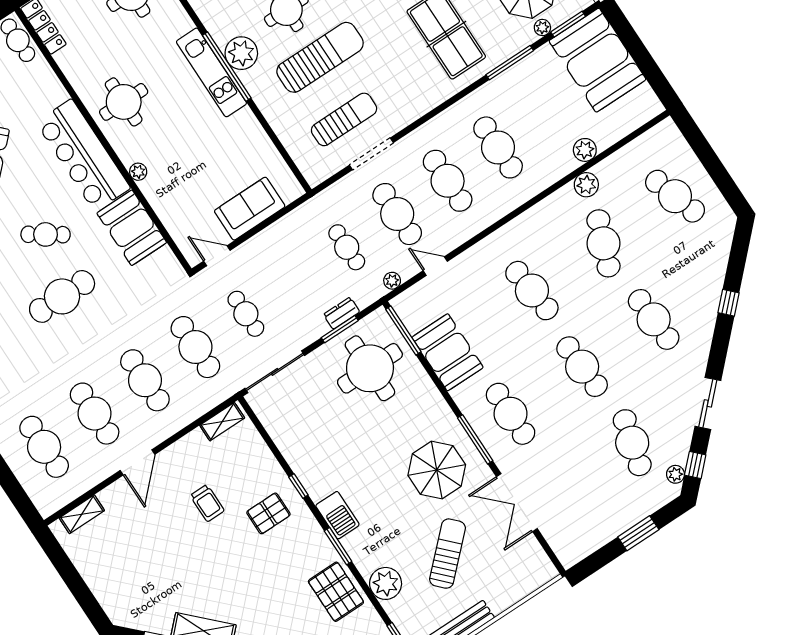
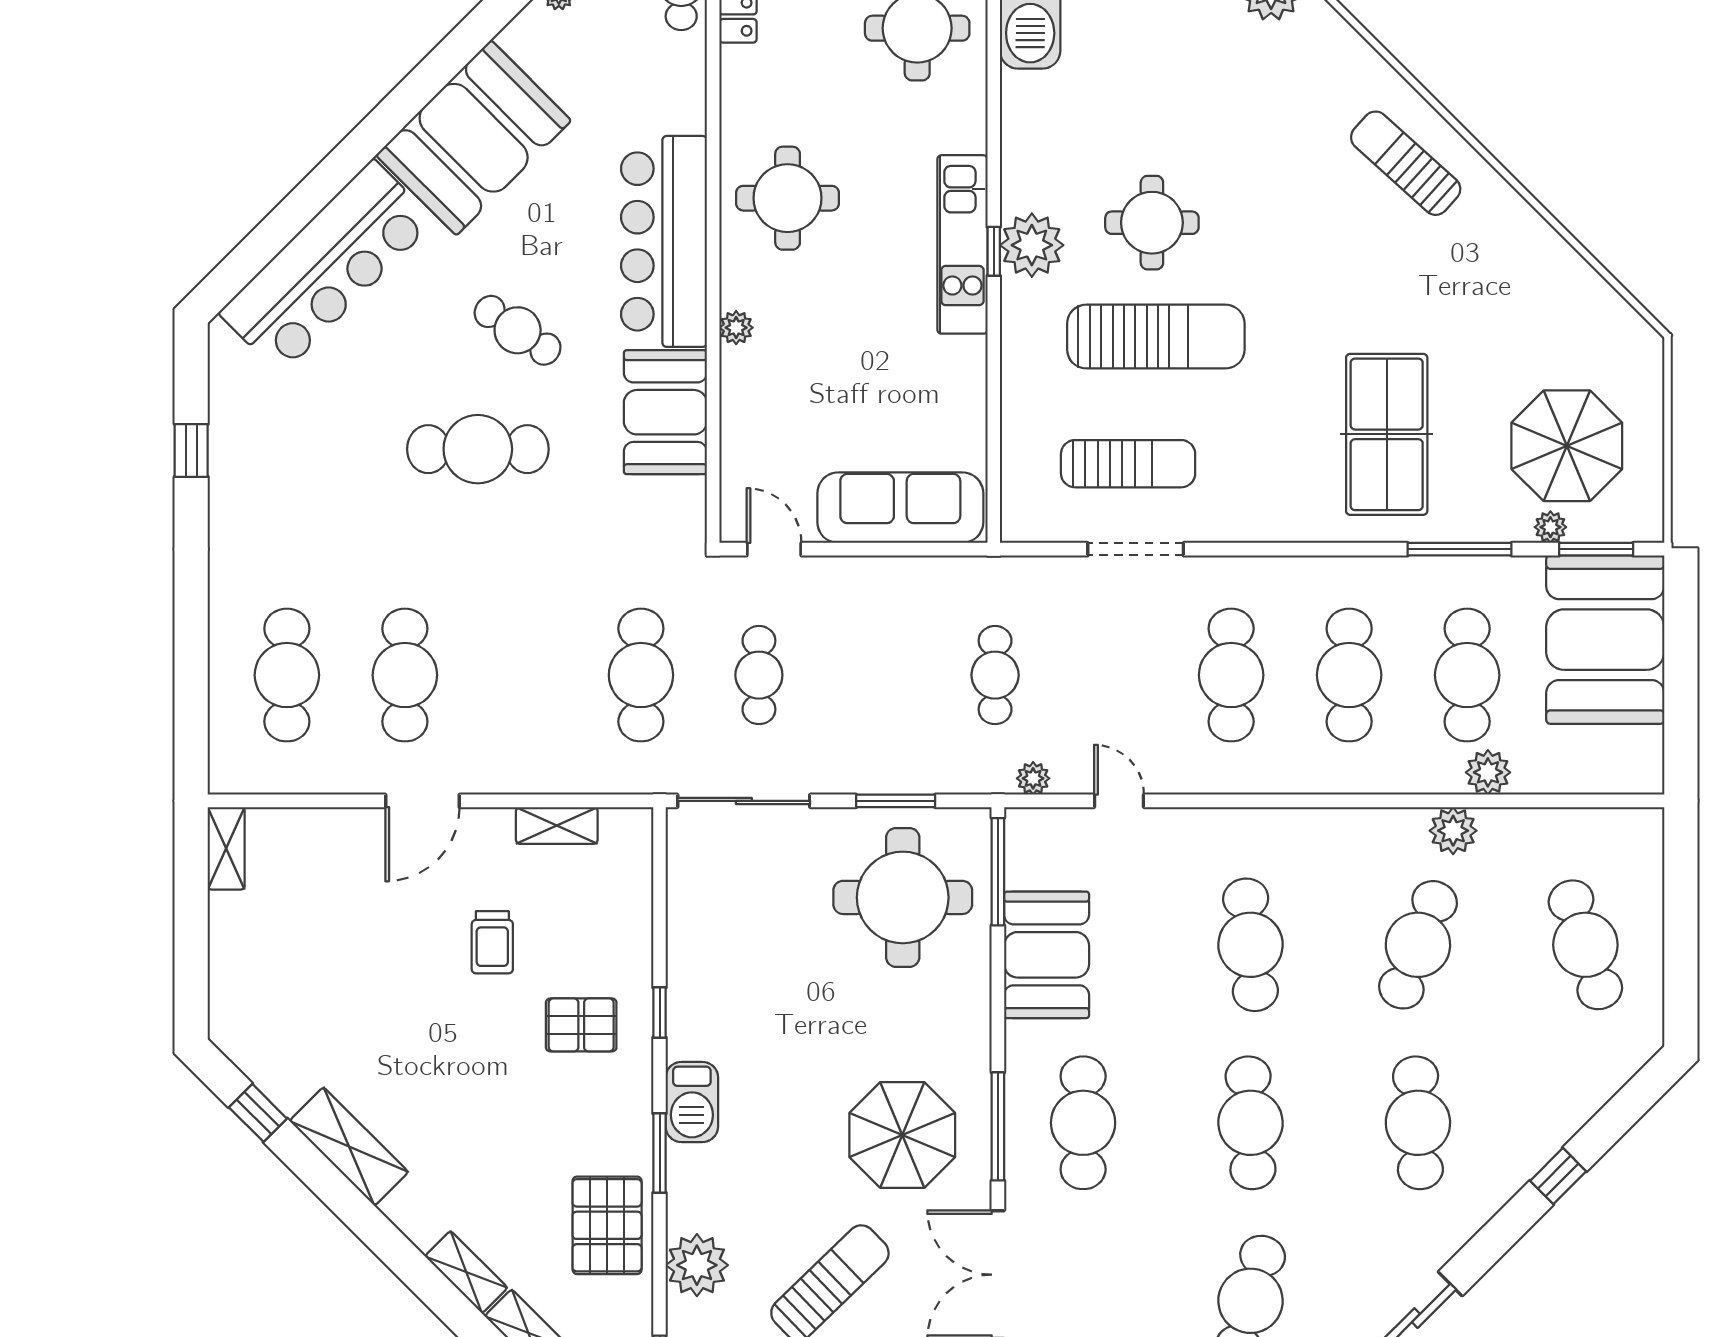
window: (227, 67) -> (994, 251), width x0.32
sofa: (250, 209) -> (900, 508), width x1.36
cafe table: (397, 214) -> (1467, 675), moved
dresser: (342, 313) -> (916, 777), removed
cafe table: (145, 380) -> (523, 675), removed
shelving: (222, 422) -> (557, 825), moved
shelving: (82, 514) -> (226, 848), moved, turned 90

